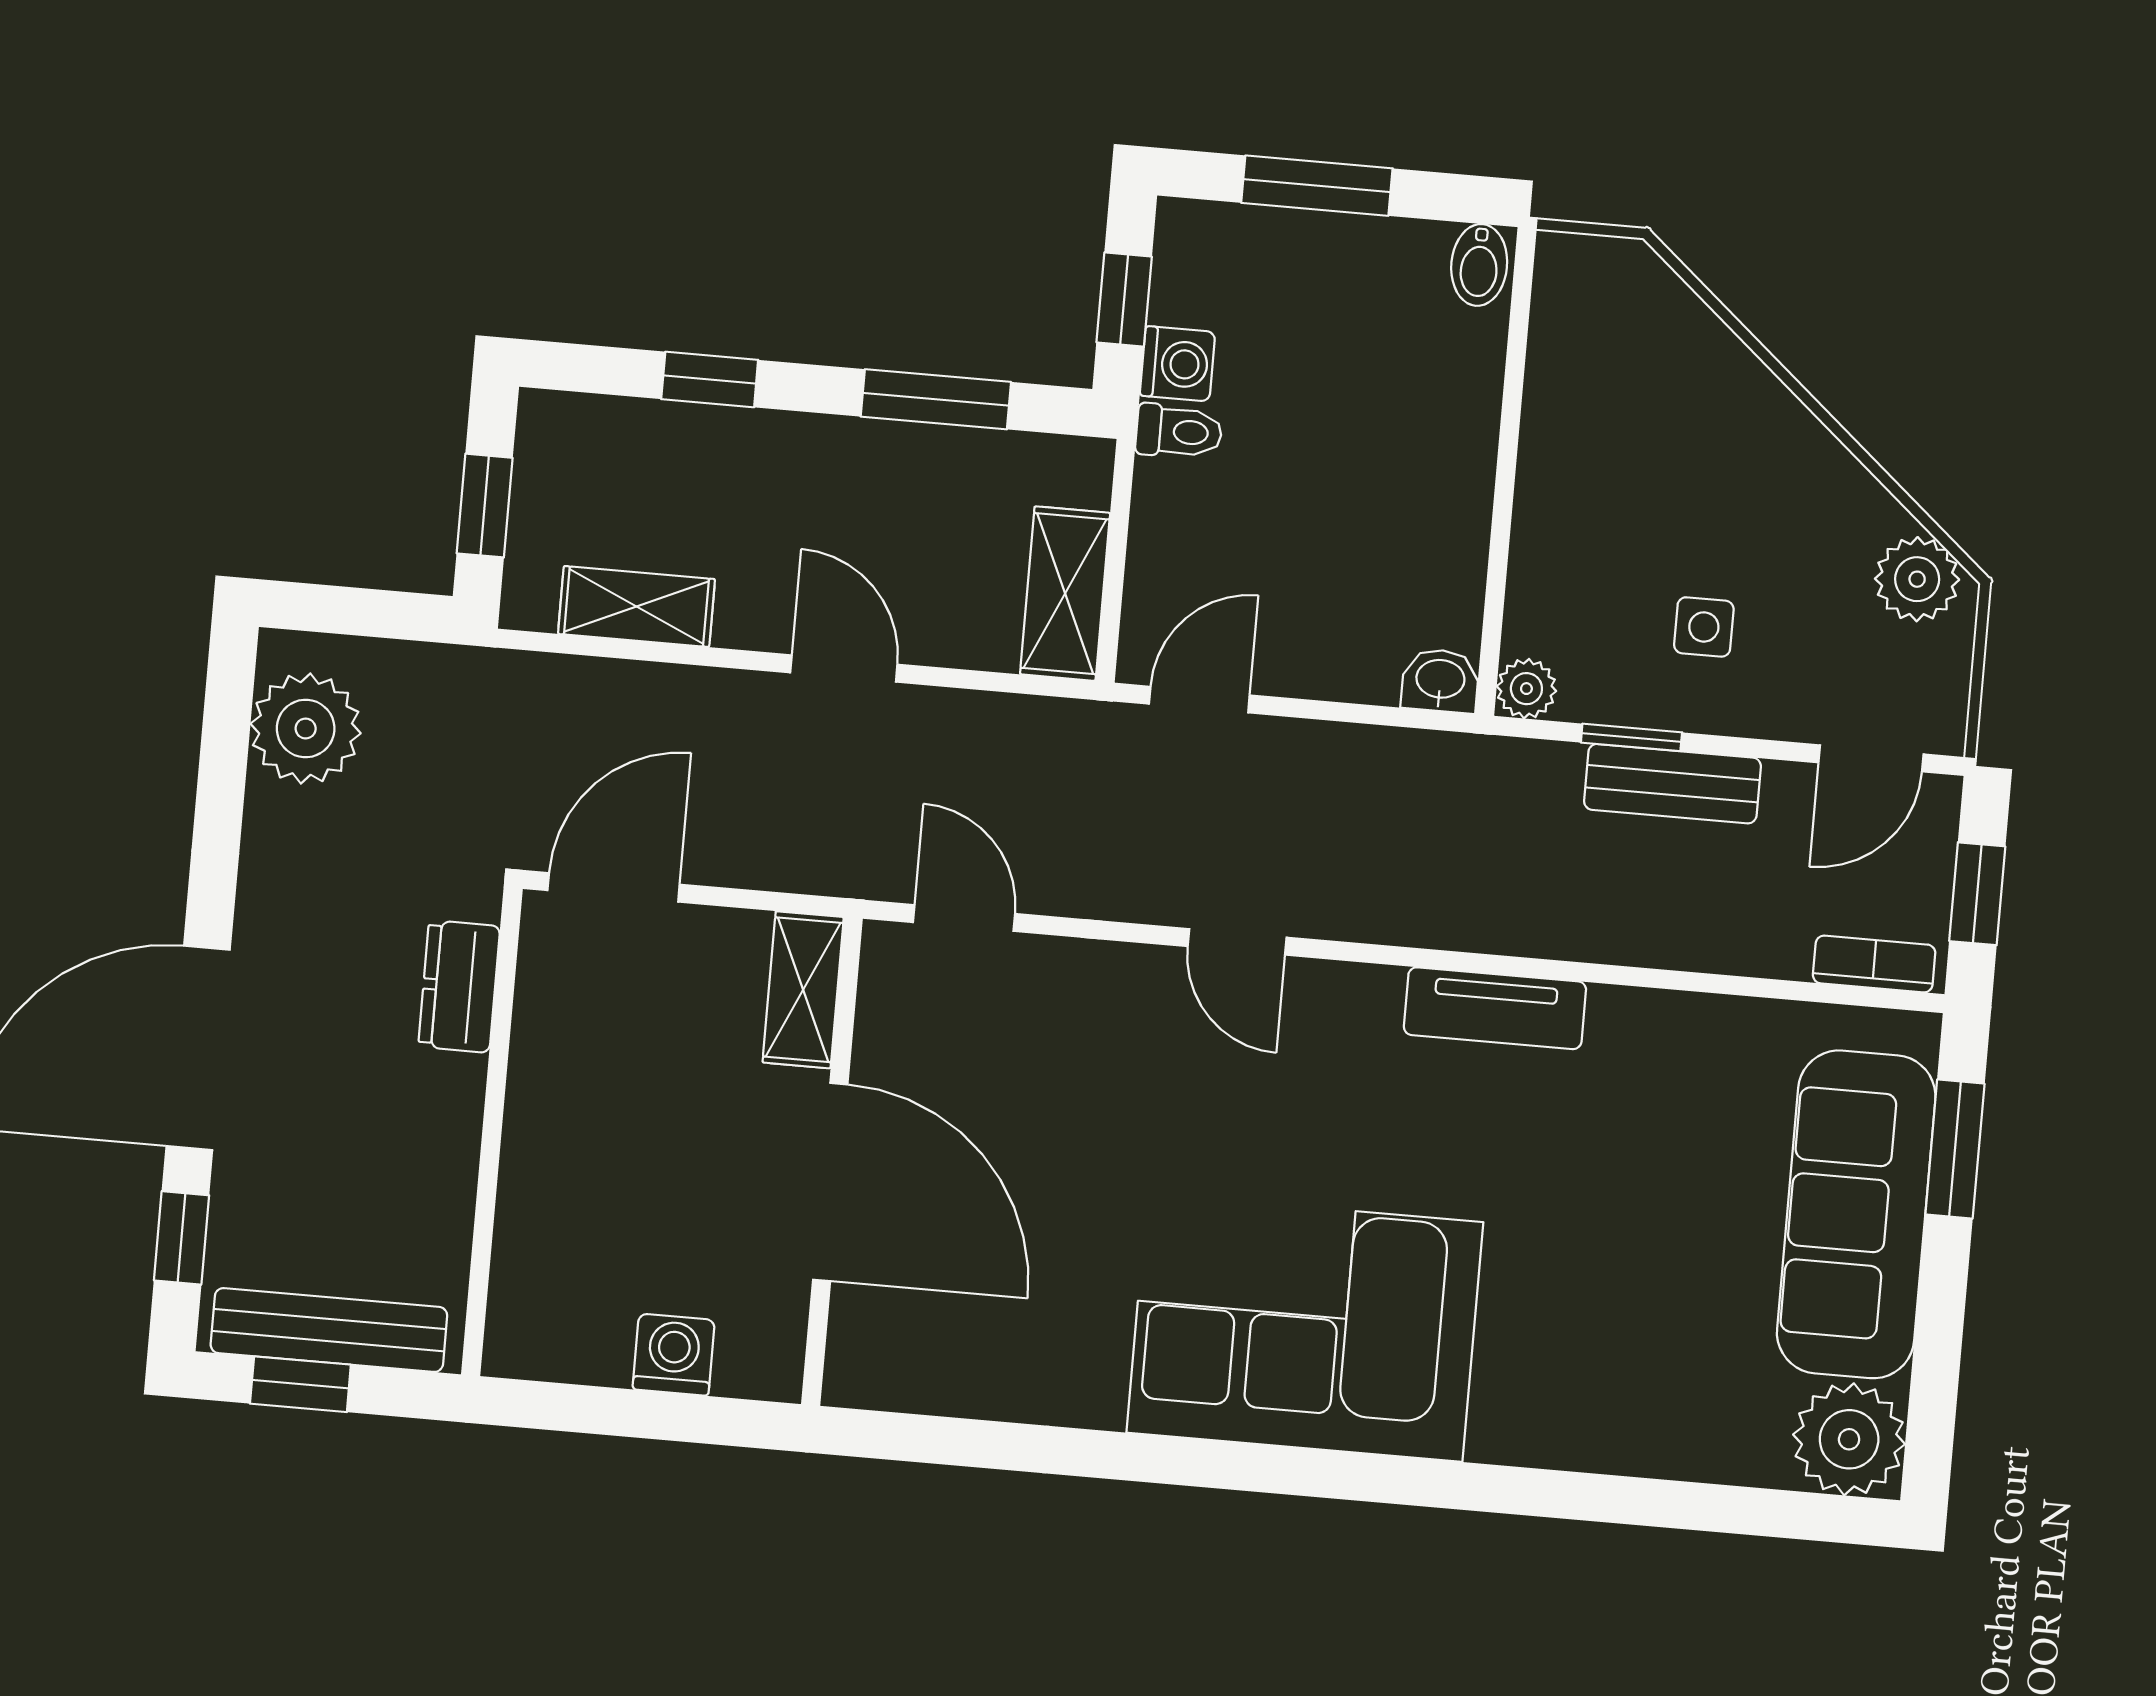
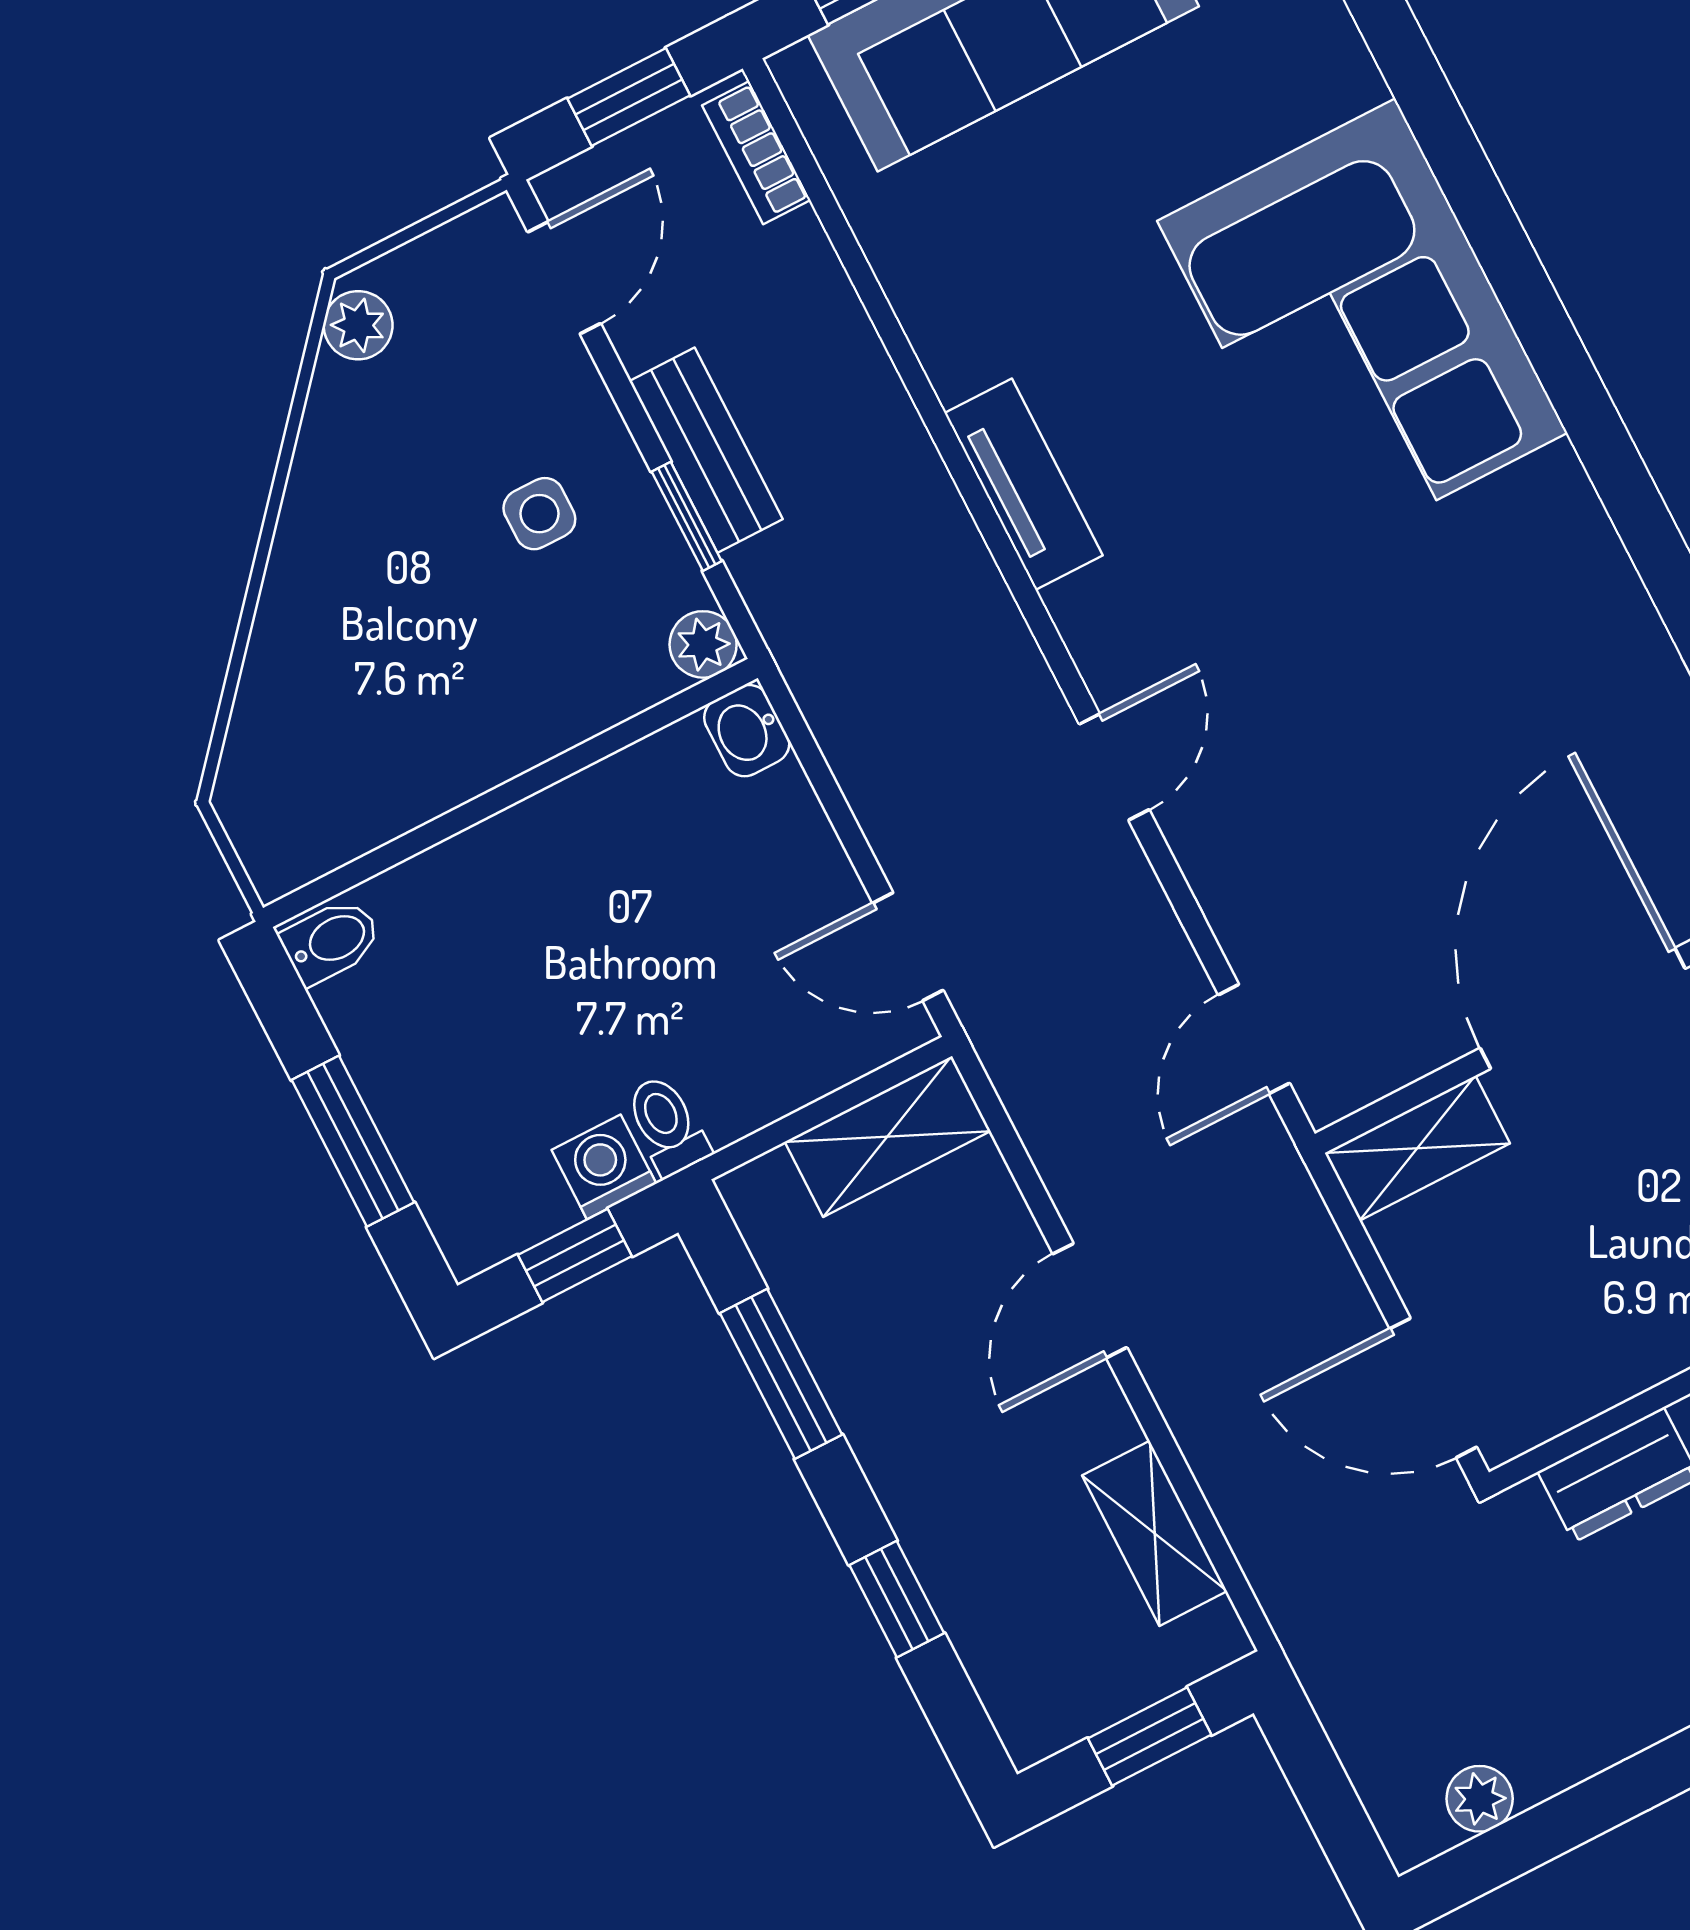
plant: (1917, 579) -> (358, 325), width x0.73, depth x0.73
plant: (306, 728) -> (1480, 1799), width x0.53, depth x0.53
door: (1871, 758) -> (564, 278), hinge flipped
corner sofa: (1305, 1327) -> (1362, 327), moved

